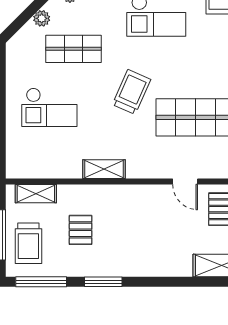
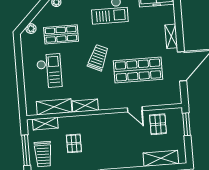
plant: (42, 18) -> (31, 29), moved
checkout: (49, 107) -> (49, 71), turned -90
shelving: (53, 167) -> (54, 107), added

